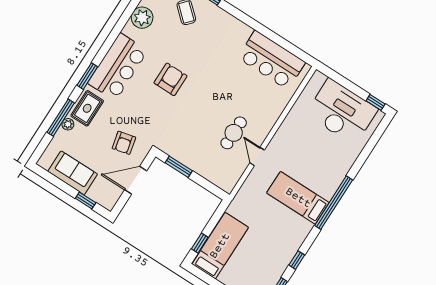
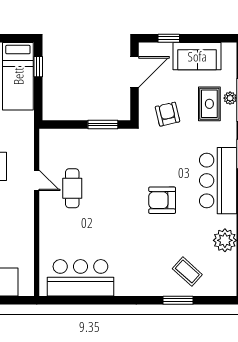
armchair: (170, 79) -> (162, 200), turned 90
rug: (87, 108) -> (209, 104), moved
door: (136, 180) -> (135, 72), moved

